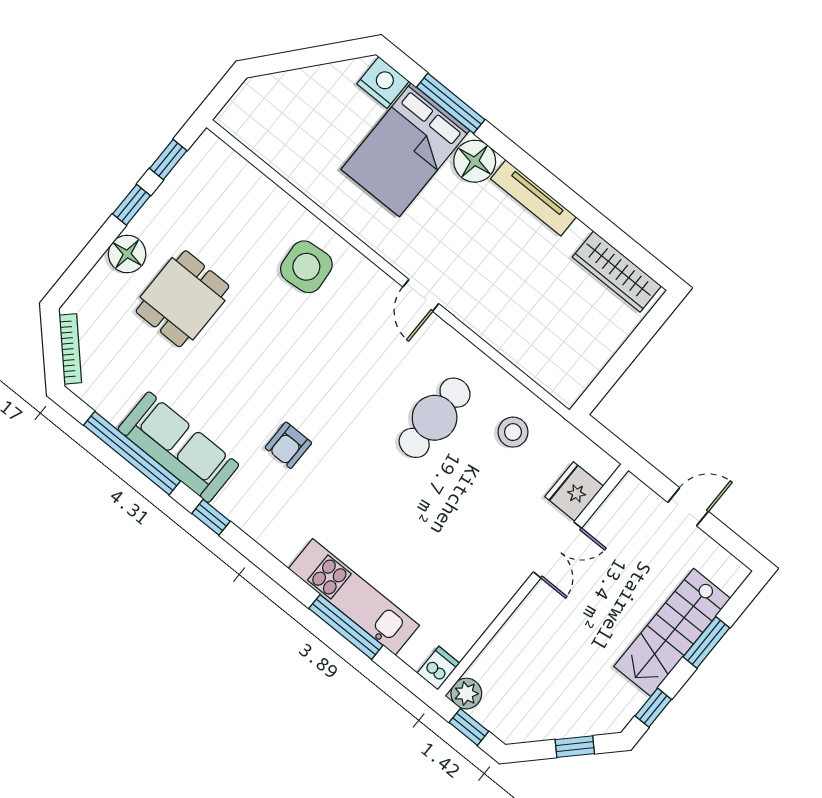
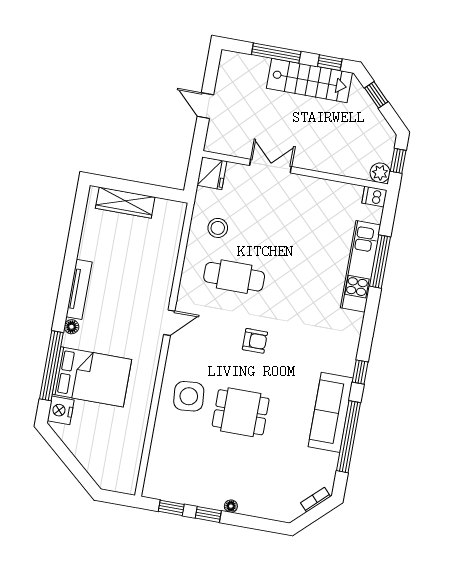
window: (451, 103) -> (51, 366), width x1.46
floor lamp: (475, 161) -> (72, 327), width x0.53, depth x0.53
floor lamp: (127, 254) -> (231, 506), width x0.53, depth x0.53
wardrobe: (617, 272) -> (125, 203), moved, turned 90
dining table: (182, 299) -> (241, 412), moved
bookcase: (70, 349) -> (316, 500), width x0.64
armchair: (288, 445) -> (255, 341), moved
fridge: (574, 491) -> (212, 173), moved, turned -90
stairs: (672, 632) -> (309, 81), moved
window: (706, 642) -> (276, 53), width x1.44

